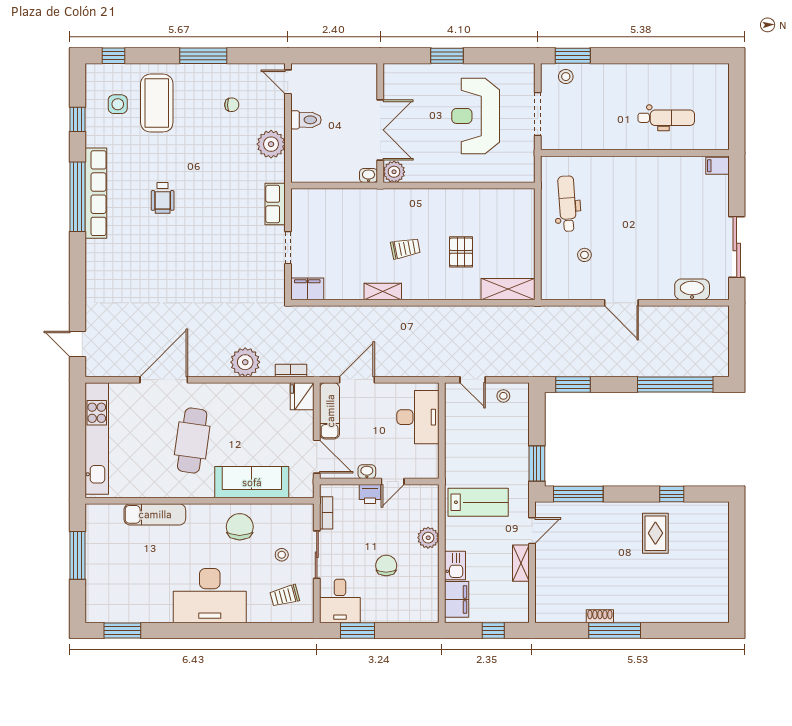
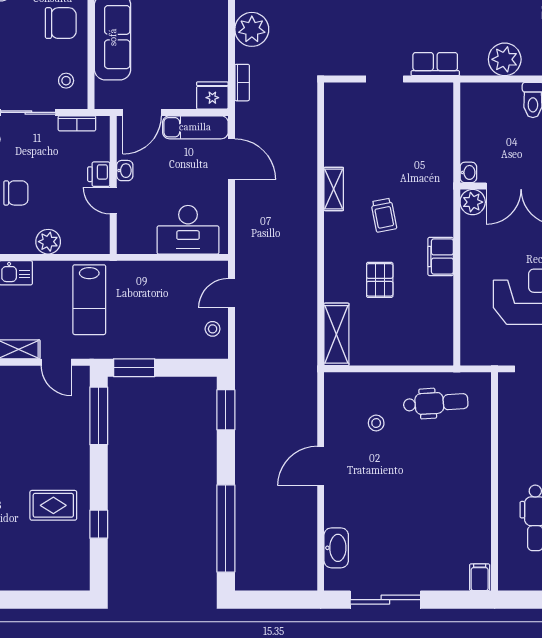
pallet: (461, 252) -> (380, 280), turned 90
filing cabinet: (307, 289) -> (441, 256), moved, turned 180
stool: (282, 555) -> (66, 81), moved

